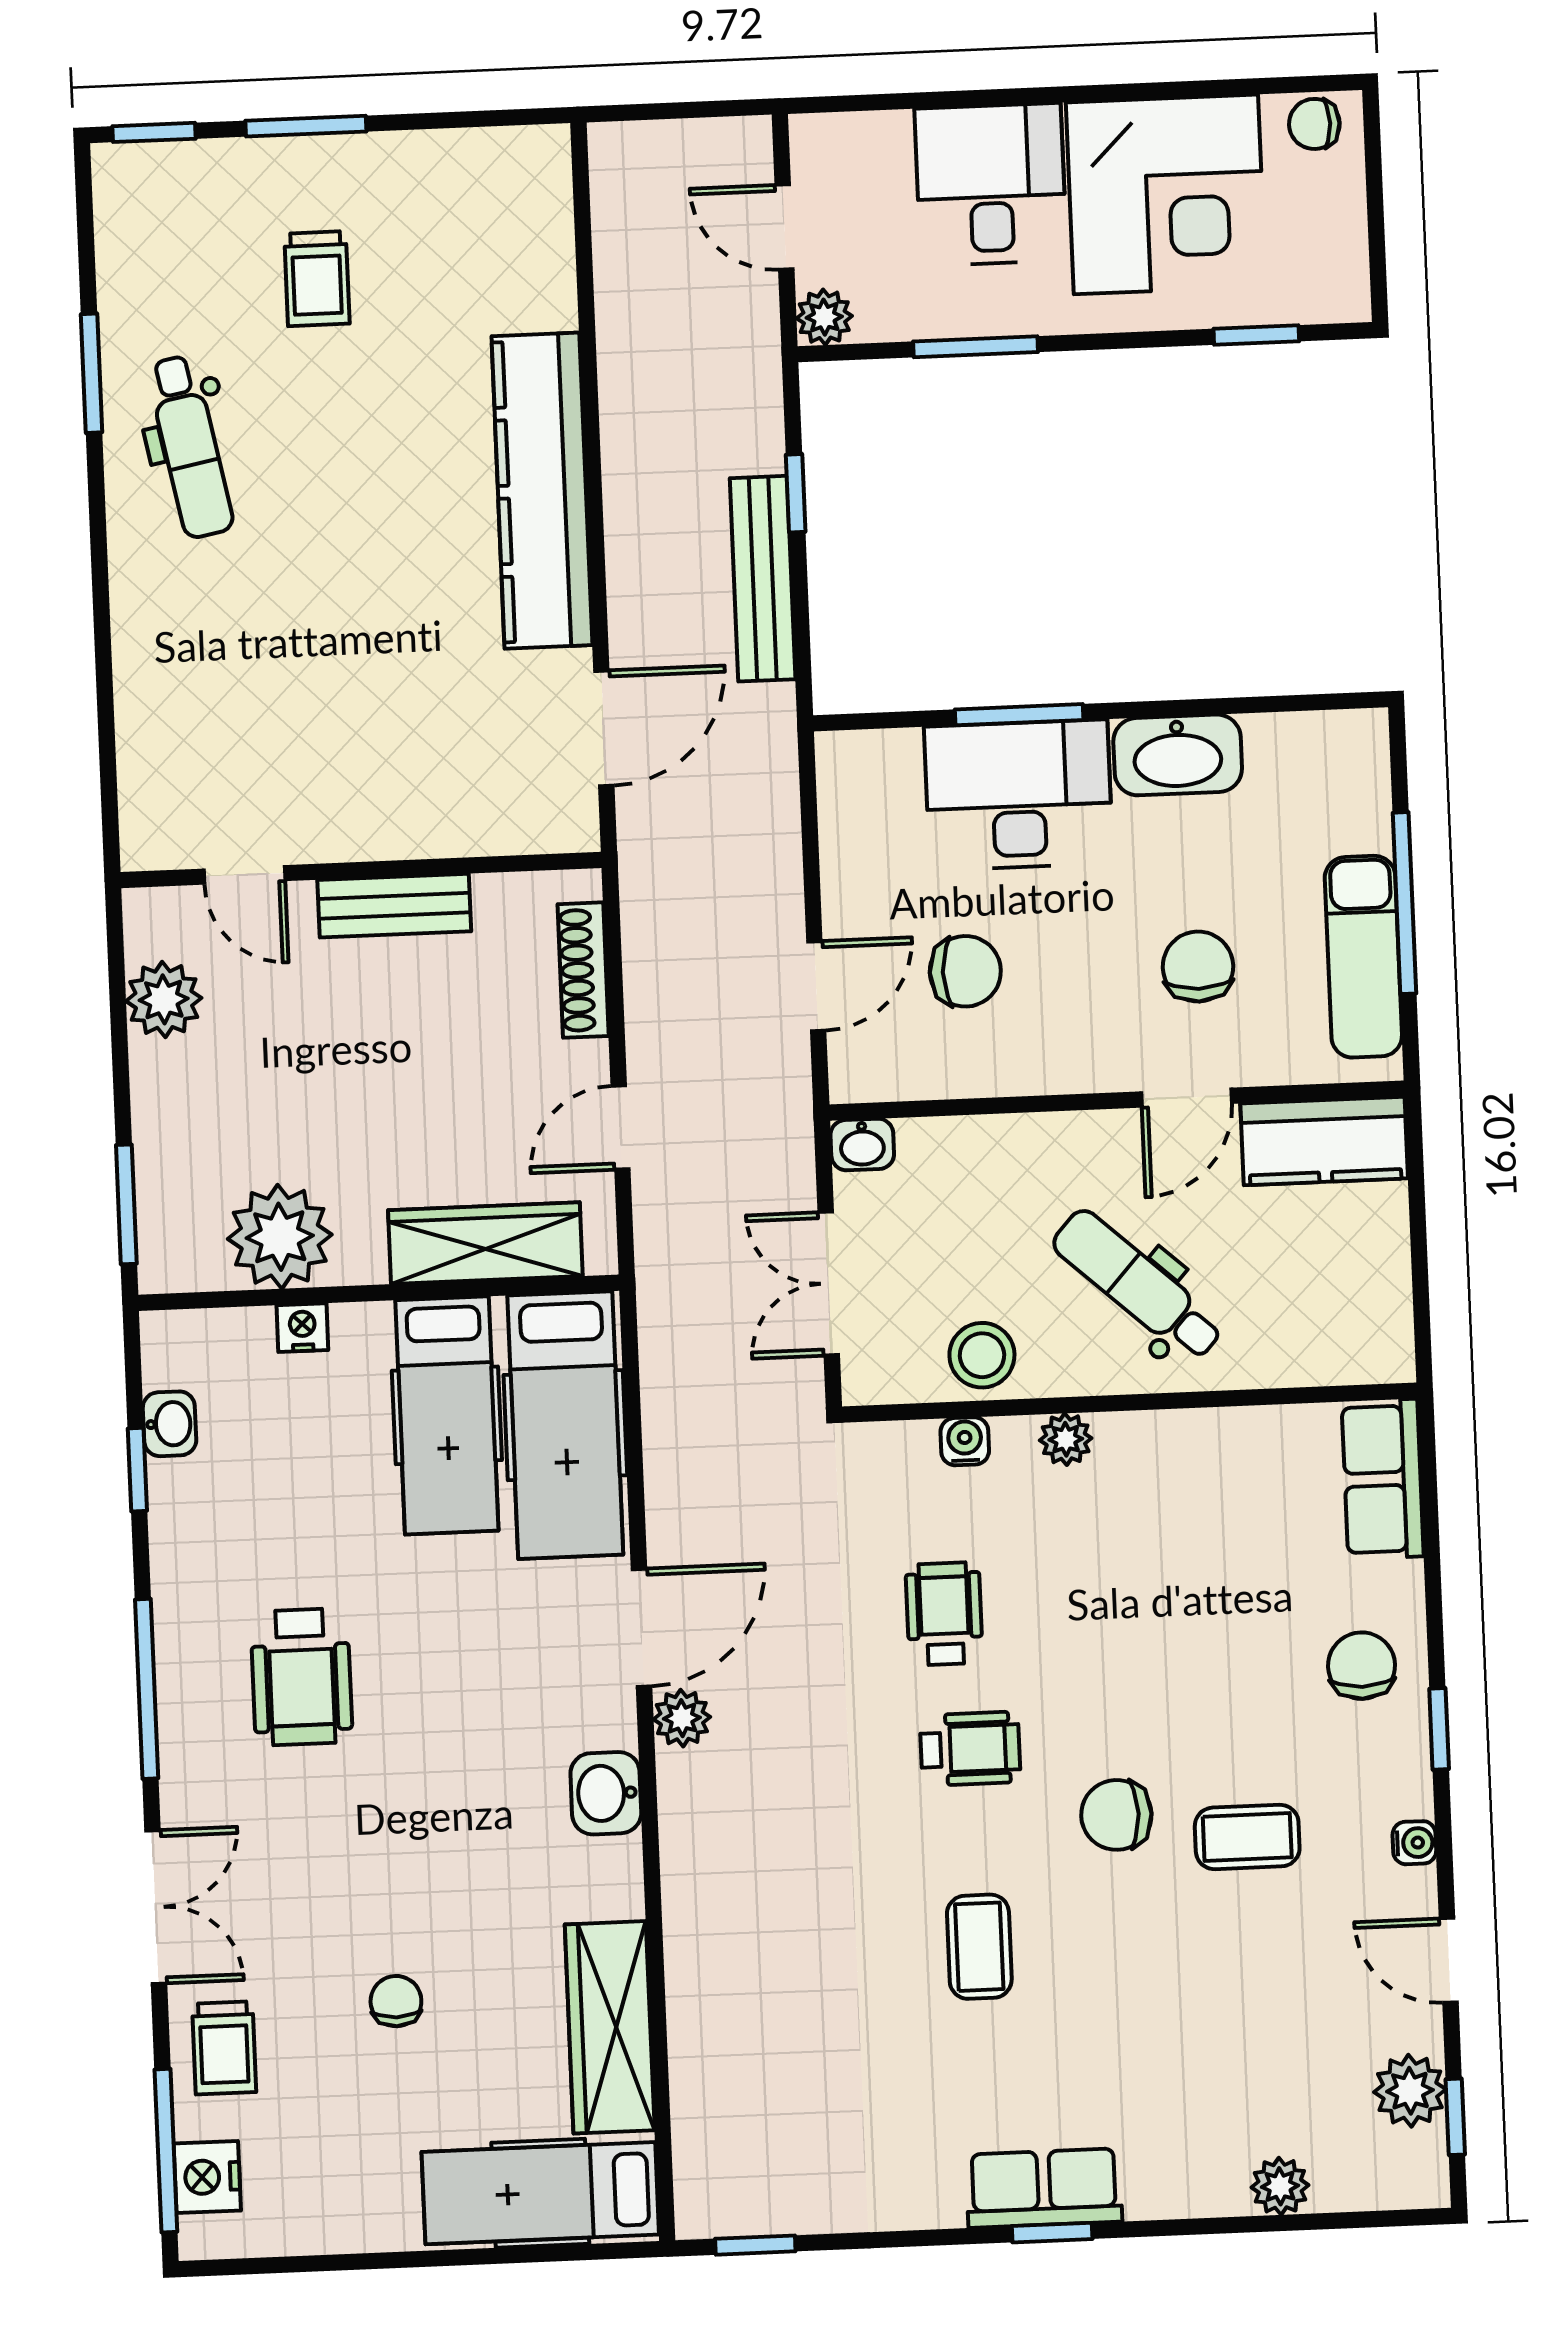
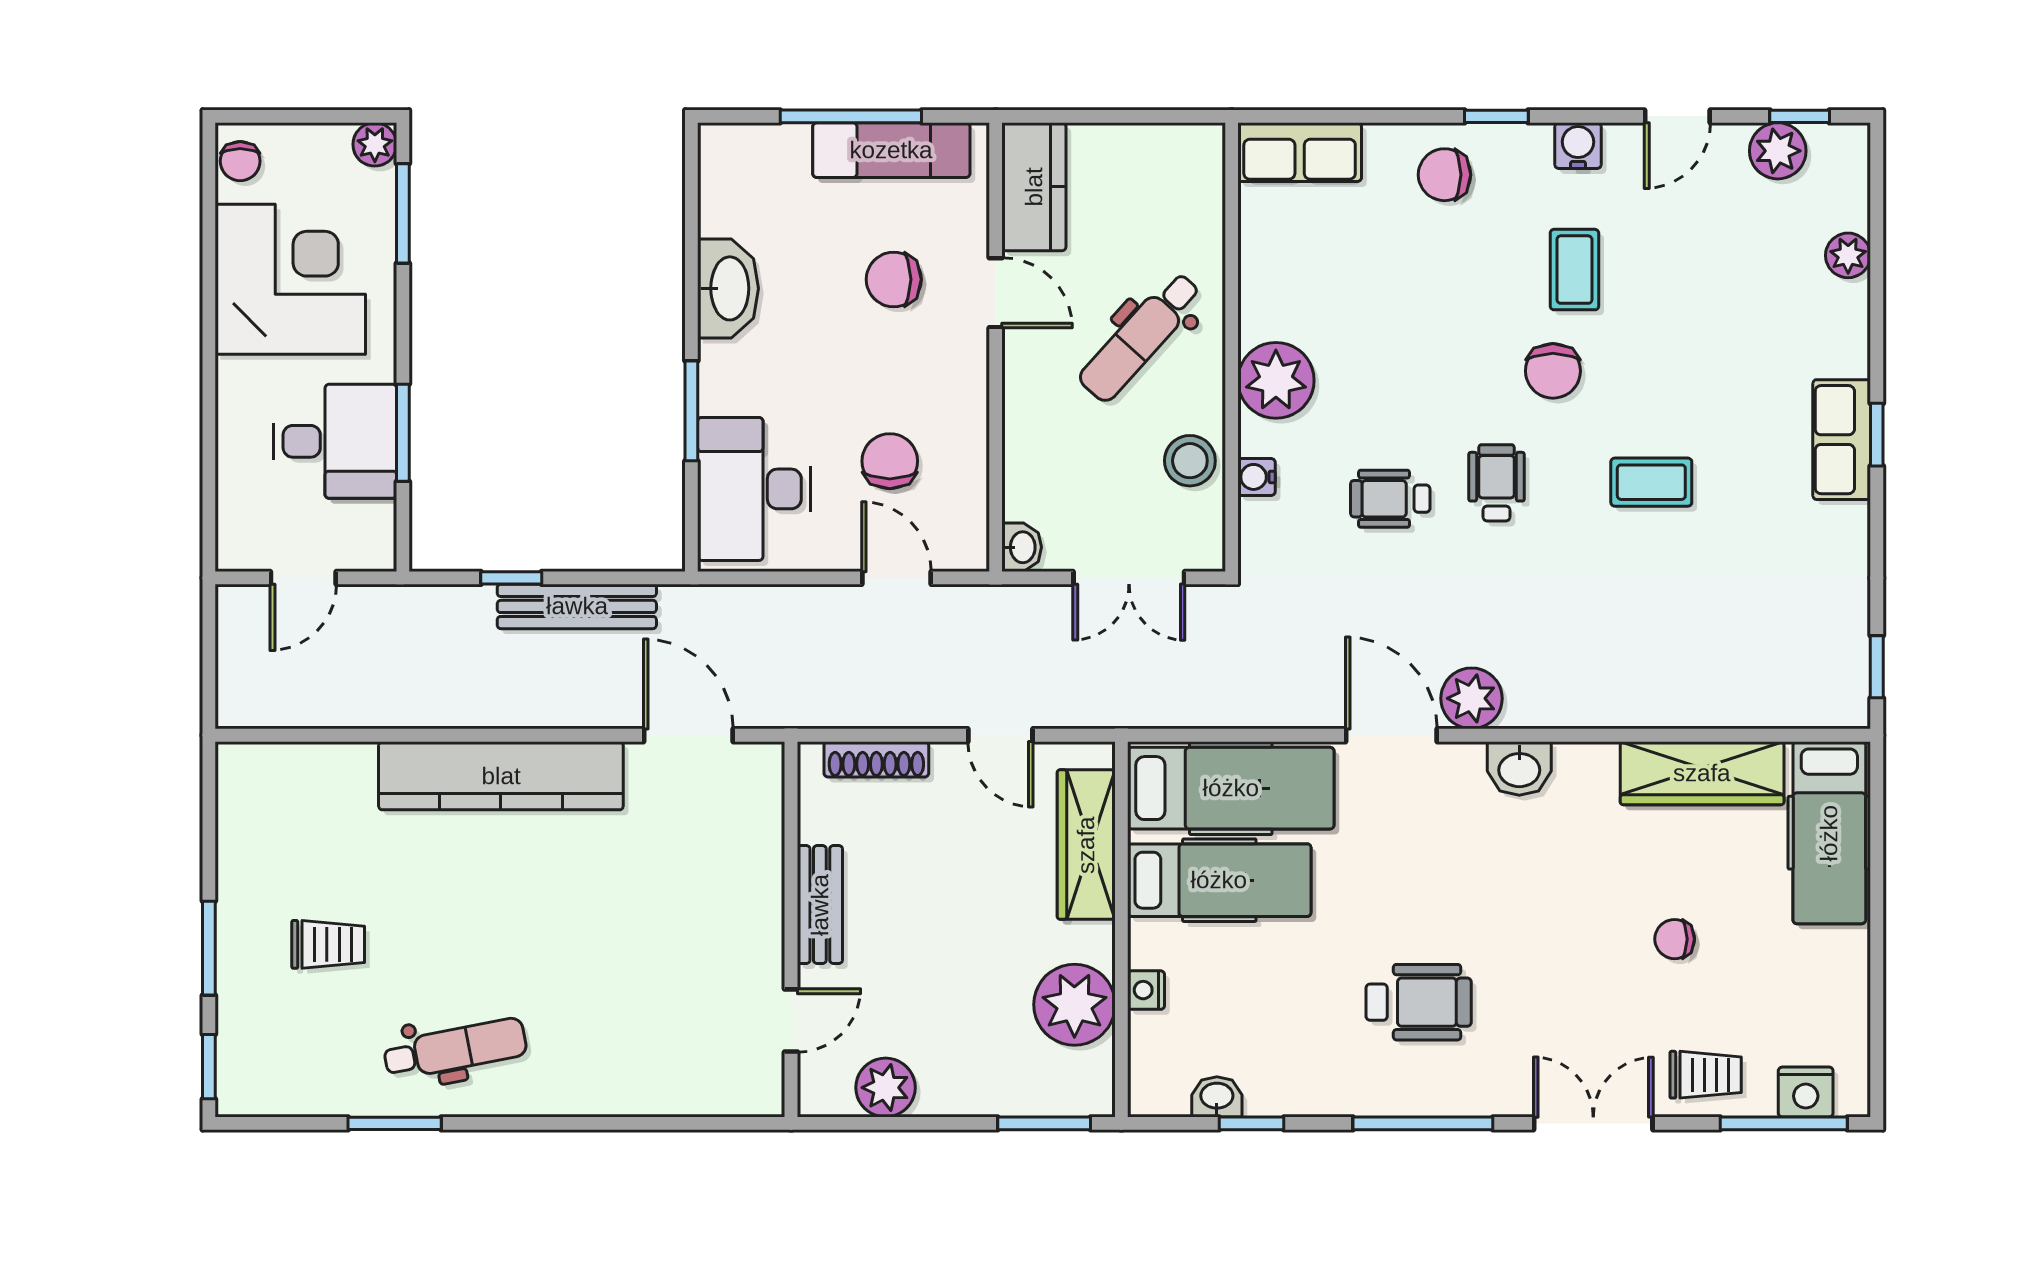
desk: (991, 184) -> (335, 441), moved, turned 180
plant: (824, 317) -> (375, 144), moved
window: (1256, 335) -> (403, 213), width x1.50
desk: (1019, 795) -> (754, 489), moved
plant: (1066, 1439) -> (1276, 380), width x1.87, depth x1.87
plant: (682, 1718) -> (1472, 698), width x1.38, depth x1.38
water cooler: (1414, 1843) -> (1578, 146), width x1.38, depth x1.38

